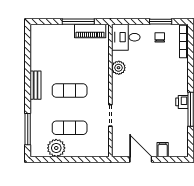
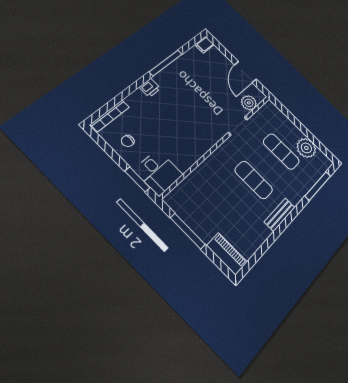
window: (161, 22) -> (137, 179), moved
piano: (90, 31) -> (227, 254), moved
plant: (119, 68) -> (249, 103), moved
printer: (182, 102) -> (150, 88), moved
filing cabinet: (163, 150) -> (204, 45), moved

